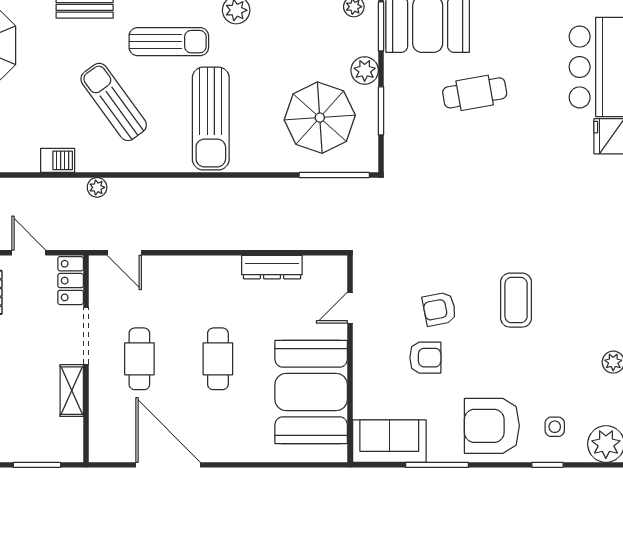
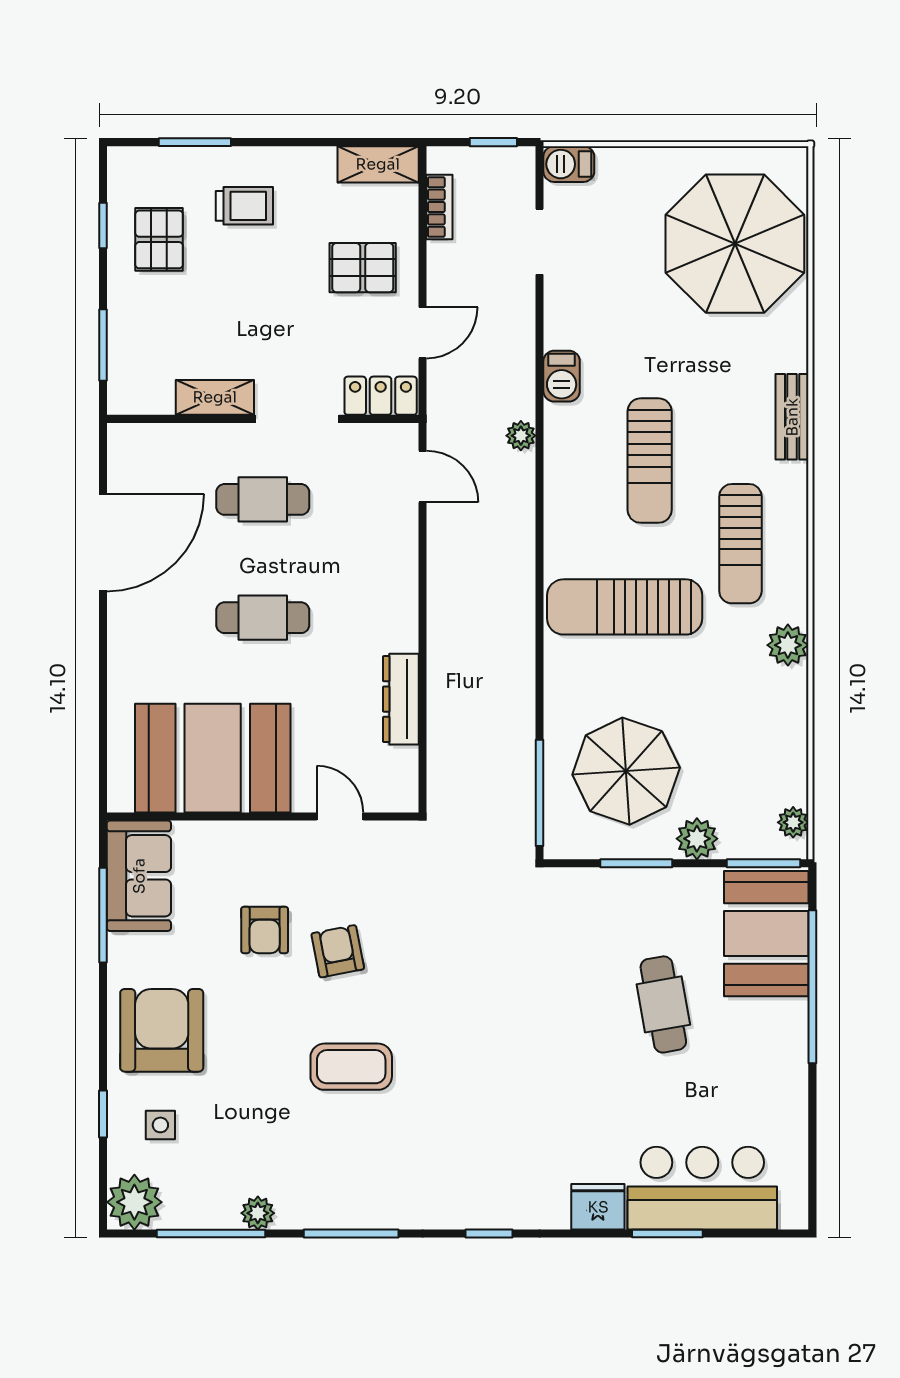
sun lounger: (114, 102) -> (650, 461), turned 126
door: (124, 253) -> (423, 476), swing flipped
window: (437, 465) -> (103, 915), moved

